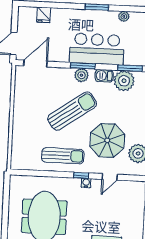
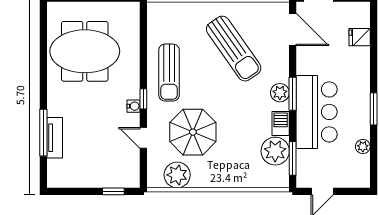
sun lounger: (72, 111) -> (234, 49), moved

